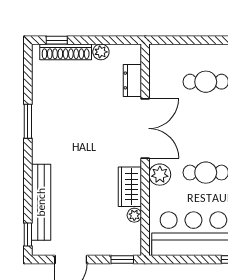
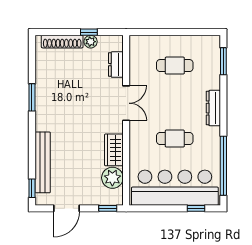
window: (57, 40) -> (89, 32), moved
double door: (145, 128) -> (126, 103), width x0.73
plant: (160, 175) -> (138, 140), removed
plant: (134, 215) -> (112, 178), width x1.88, depth x1.88

